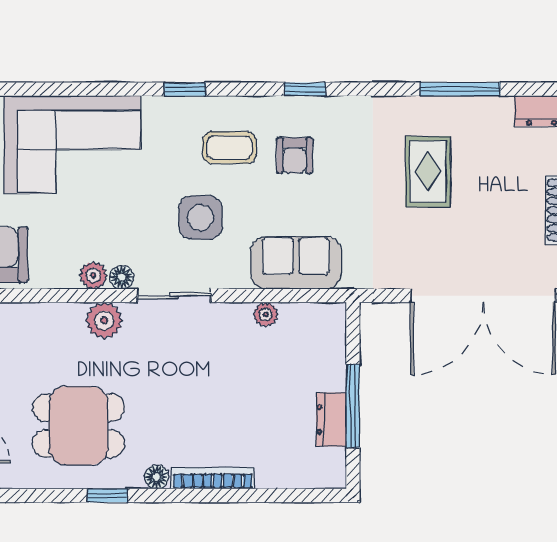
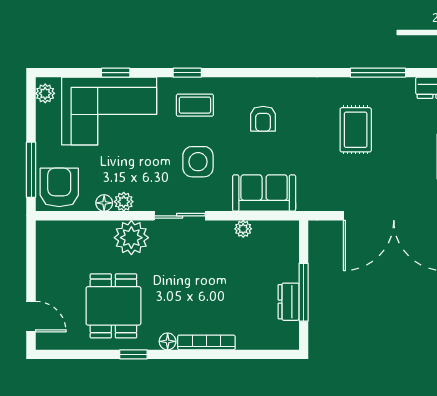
window: (305, 89) -> (116, 73), moved
coffee table: (229, 148) -> (195, 105), moved
floor lamp: (122, 277) -> (104, 203), moved
plant: (104, 320) -> (131, 238), width x1.36, depth x1.36
dining table: (78, 426) -> (113, 306), turned 90

